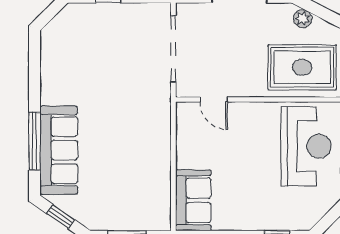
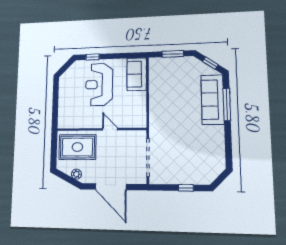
door: (214, 99) -> (110, 129), moved
reception desk: (306, 146) -> (99, 85), moved

